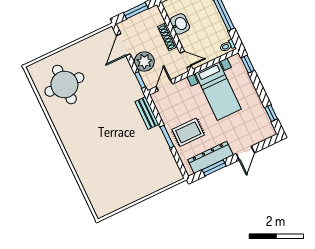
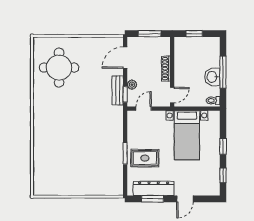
washbasin: (180, 24) -> (212, 77), moved, turned 180
door: (186, 59) -> (172, 95), hinge flipped
plant: (144, 62) -> (132, 85), width x0.53, depth x0.53
window: (248, 64) -> (223, 146), moved
bench: (147, 113) -> (118, 90), moved

